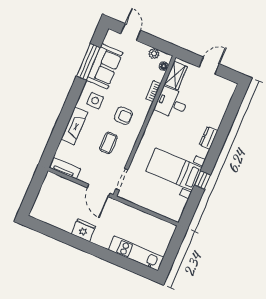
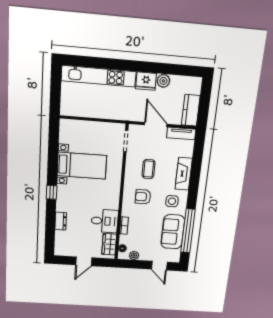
window: (88, 62) -> (188, 231), width x1.46
dresser: (209, 138) -> (61, 221), moved
window: (202, 180) -> (52, 192), moved
kitchen counter: (49, 188) -> (191, 110), added
door: (99, 190) -> (156, 124), moved
plant: (67, 225) -> (163, 81), added
kitchen unit: (136, 253) -> (99, 76), width x1.36

